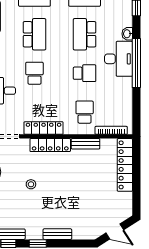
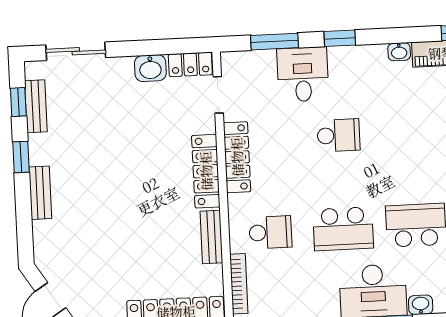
school desk: (34, 34) -> (411, 132), removed
school desk: (85, 73) -> (343, 229), width x1.85
stool: (31, 184) -> (131, 139), removed

